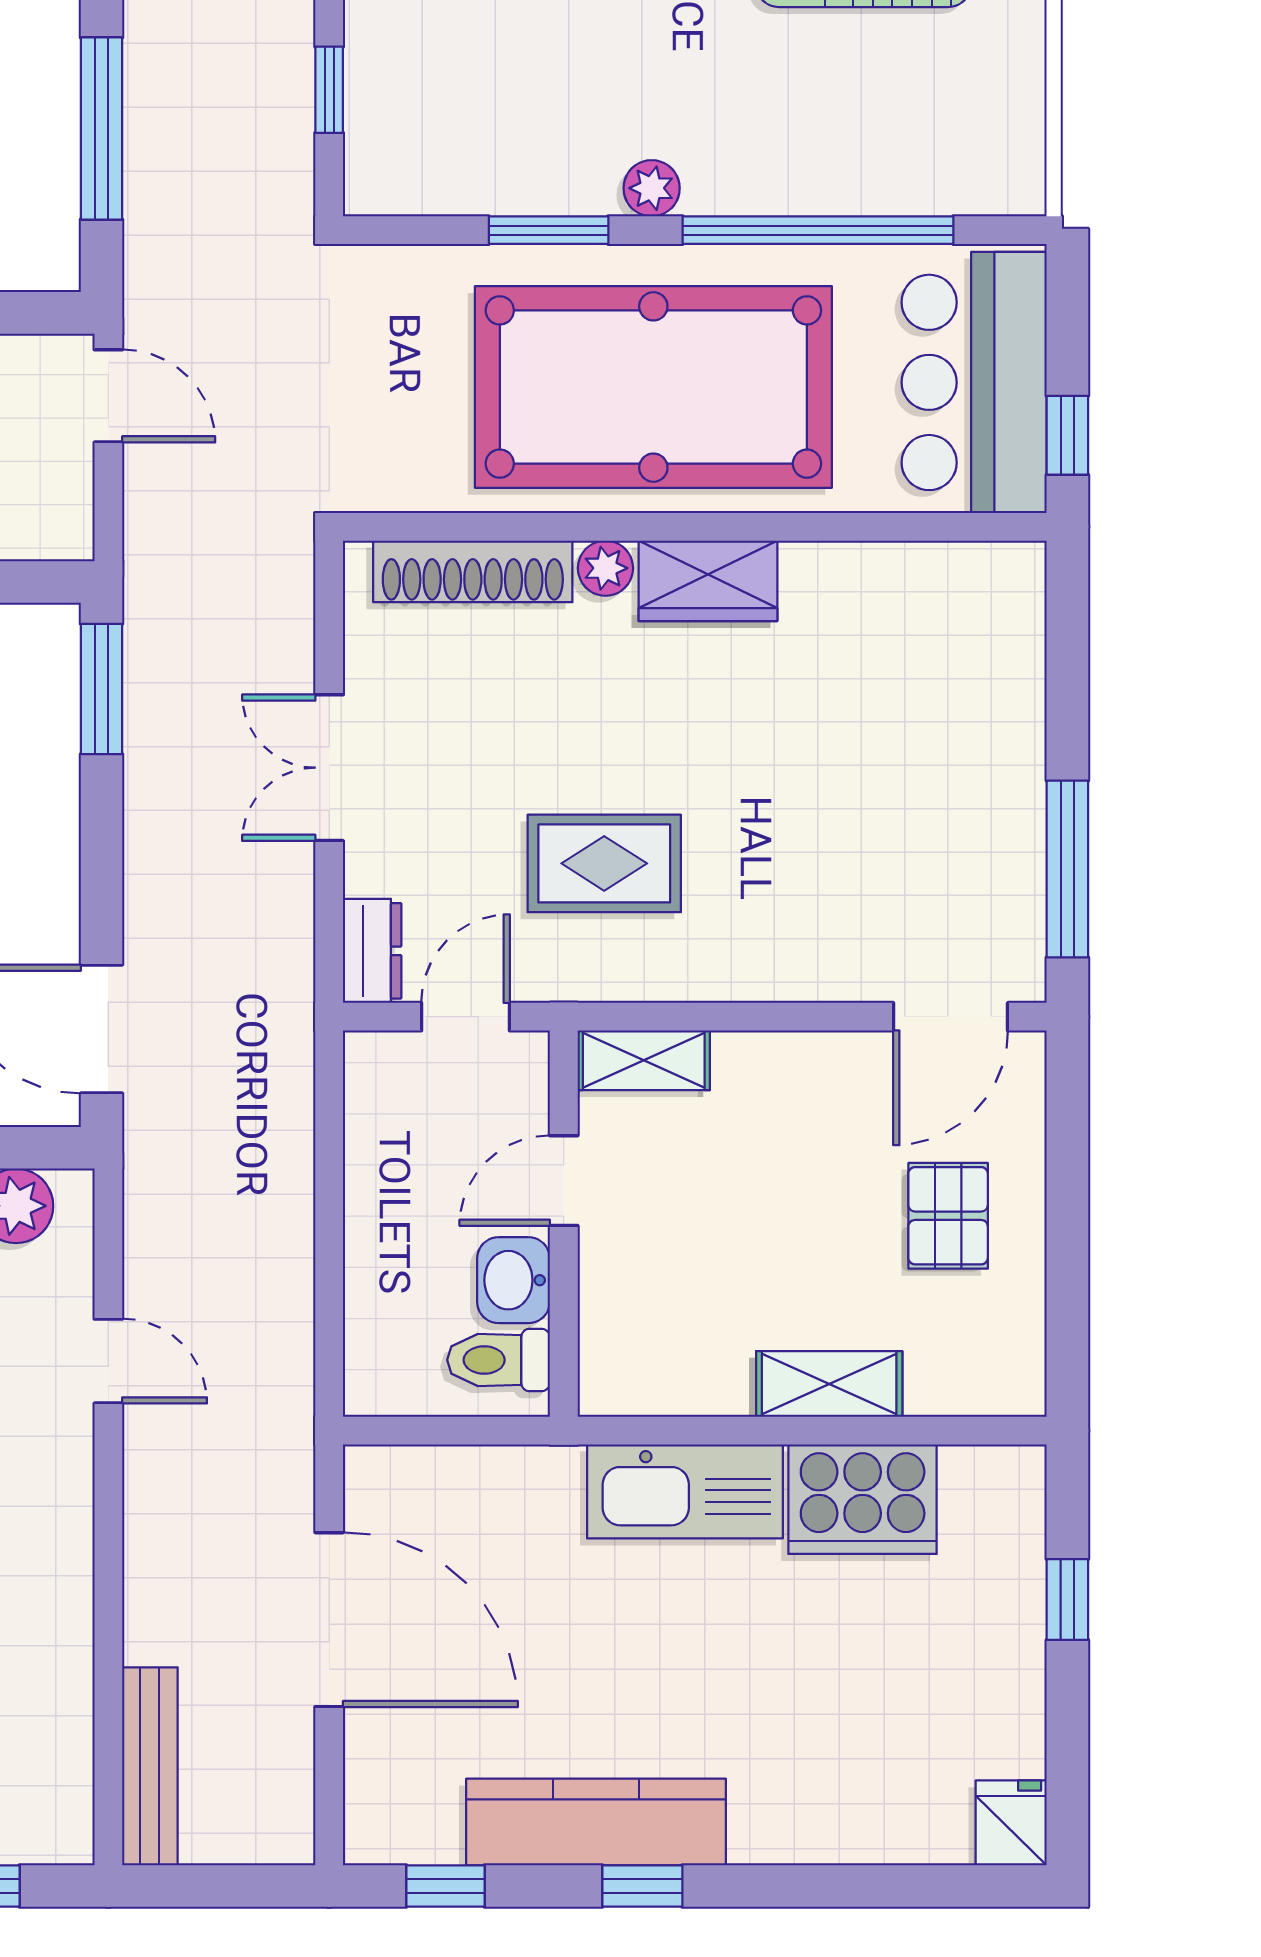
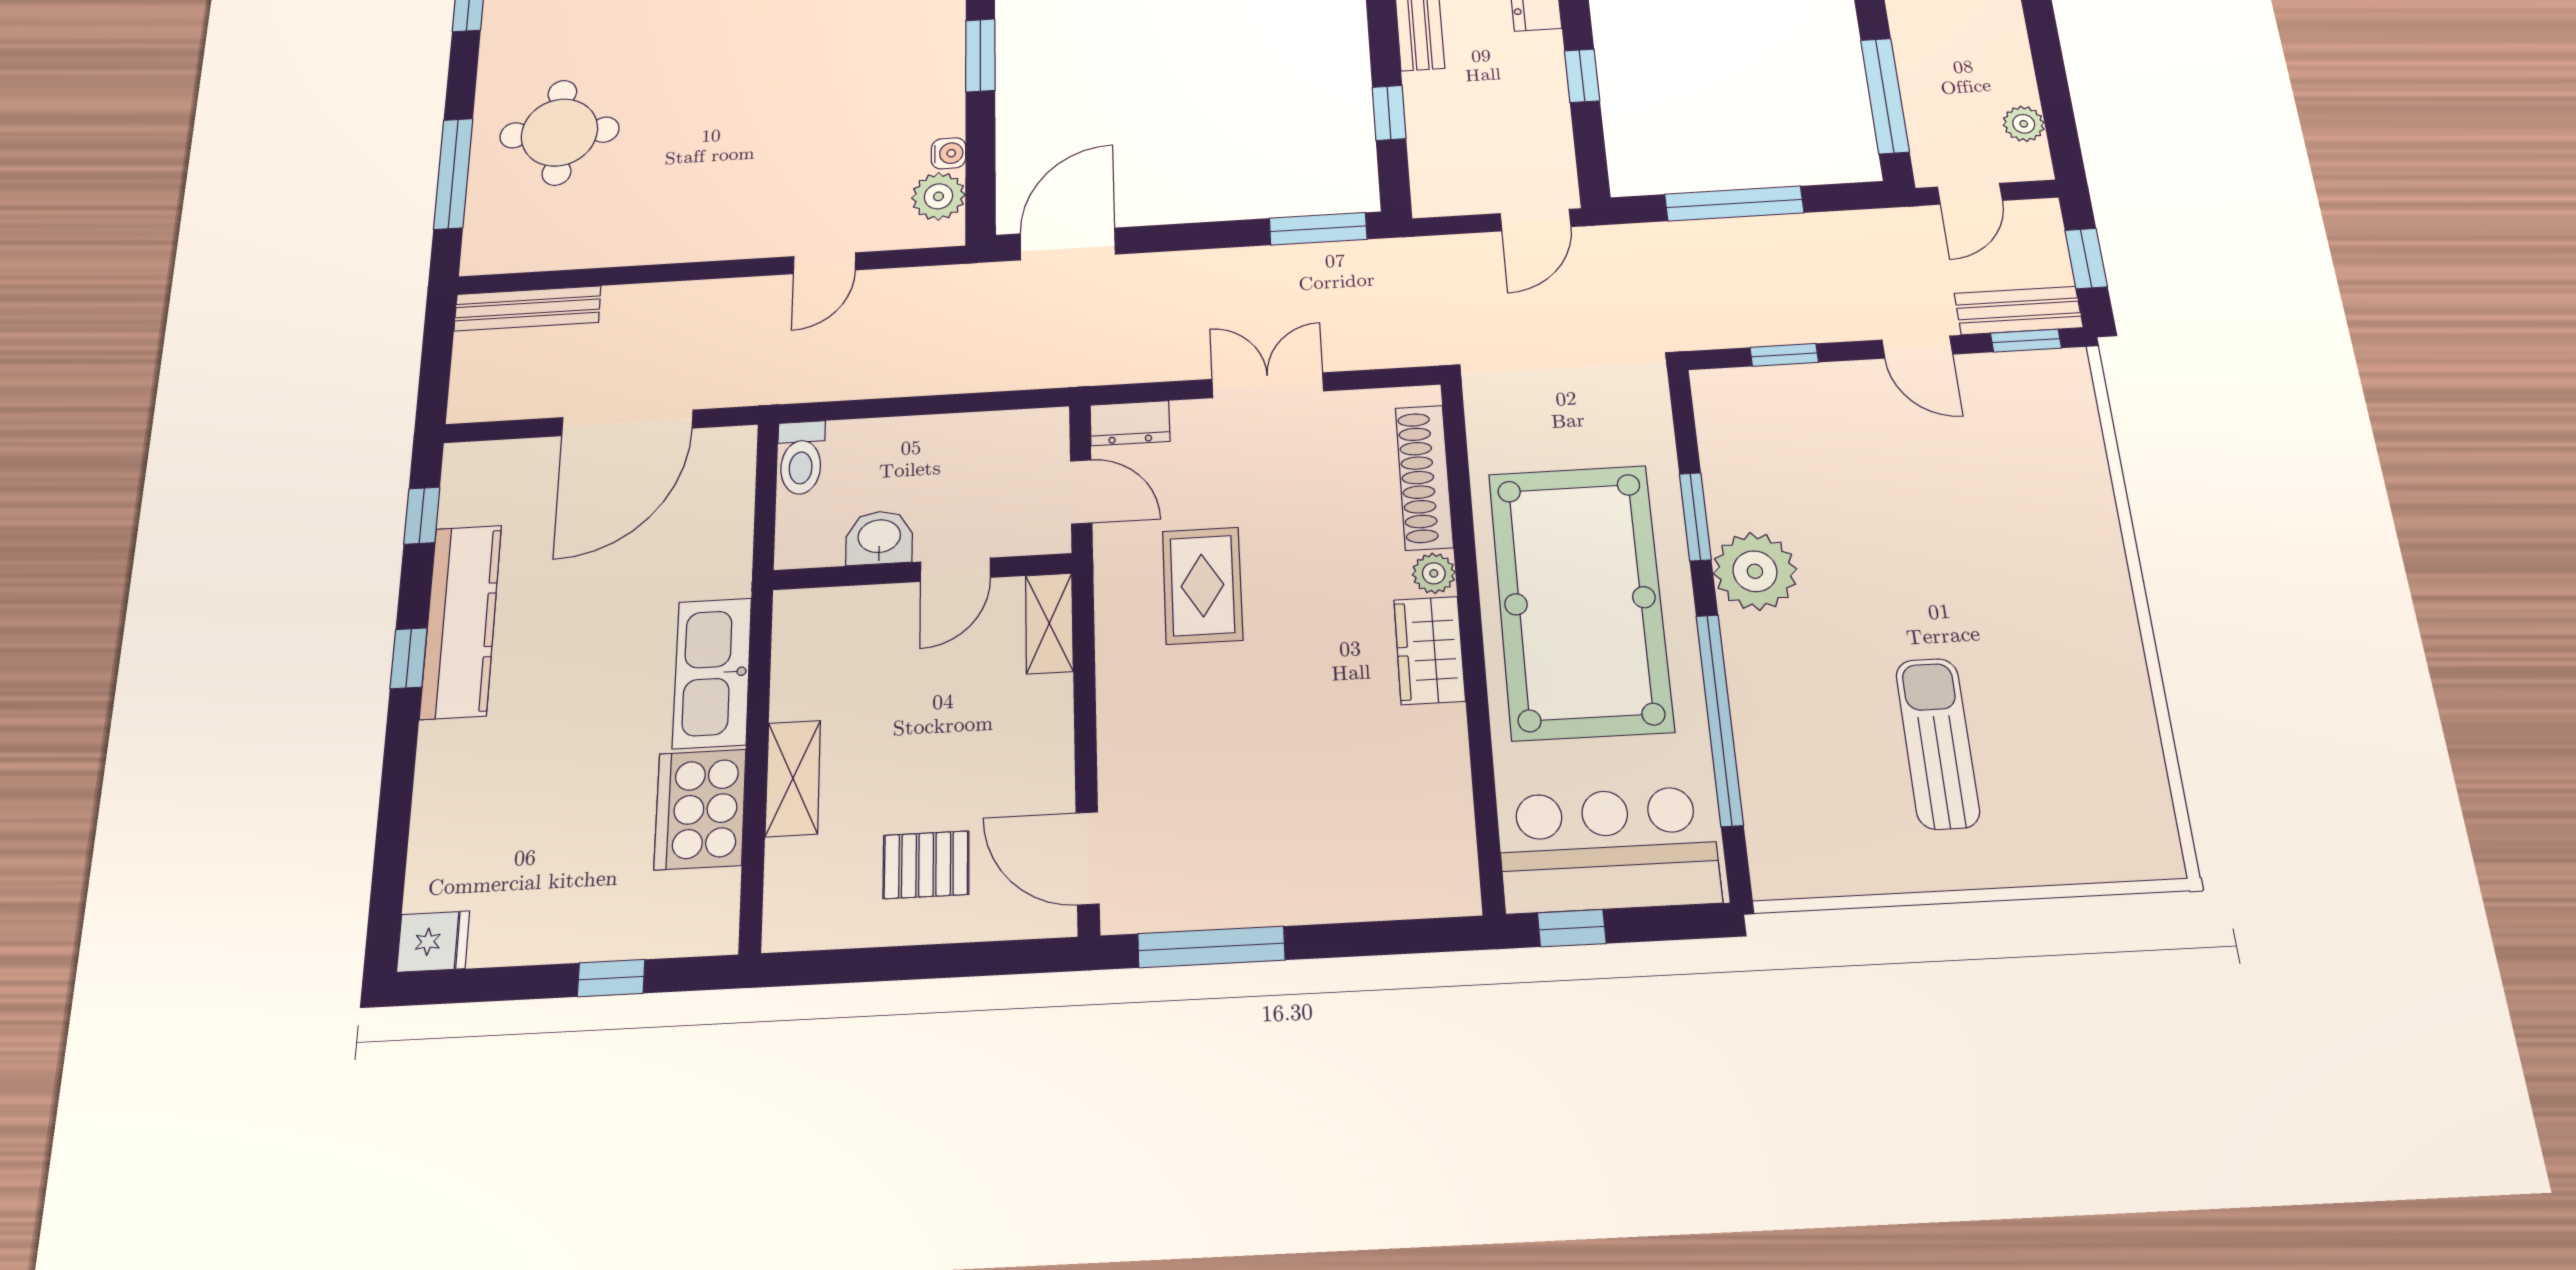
plant: (652, 188) -> (1755, 571), width x1.88, depth x1.88
door: (564, 1181) -> (955, 570), swing flipped
toilet: (499, 1360) -> (801, 458), moved, turned 180

